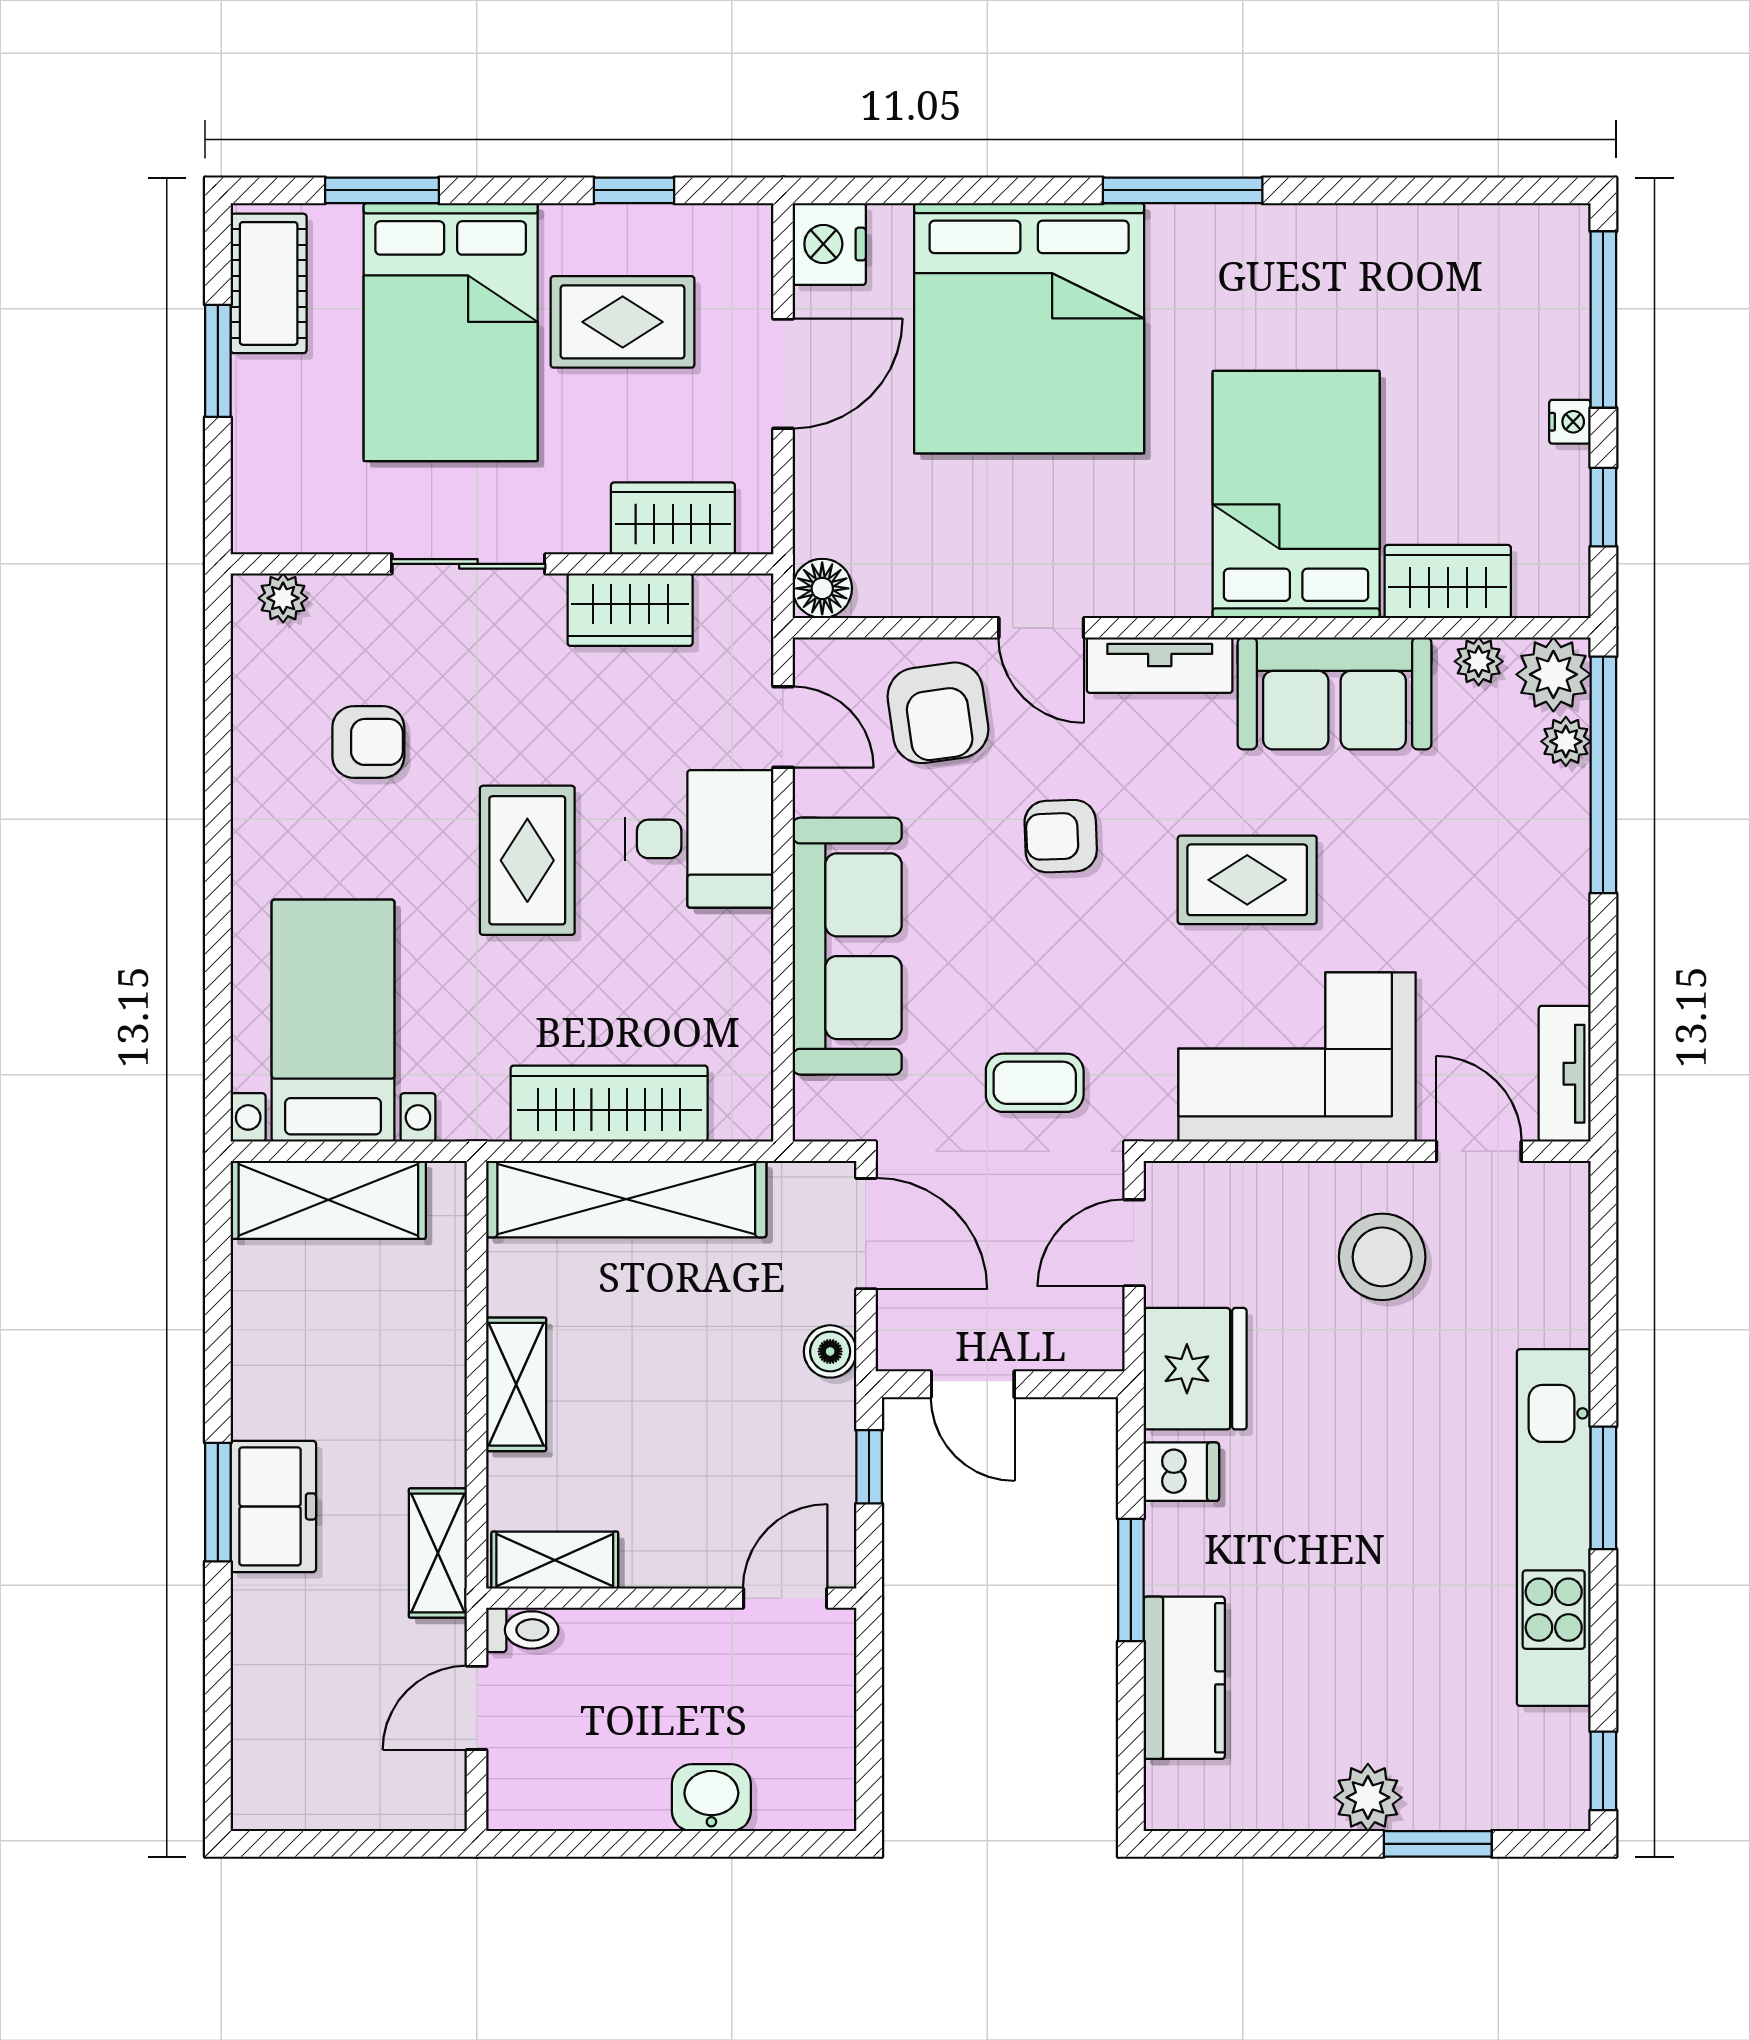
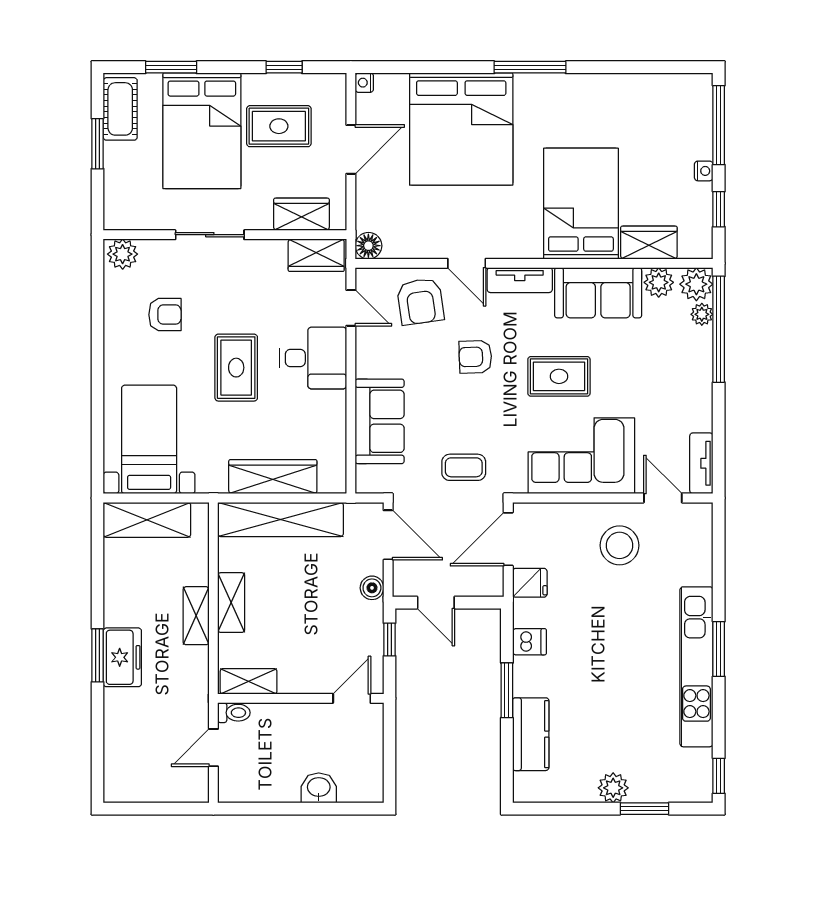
nightstand: (829, 244) -> (364, 83), width x0.53, depth x0.56
plant: (283, 598) -> (123, 254), width x1.38, depth x1.38
wardrobe: (630, 610) -> (316, 255), moved
plant: (1479, 661) -> (659, 282), width x1.38, depth x1.38
sofa: (847, 946) -> (380, 421), width x0.73
door: (1134, 1243) -> (508, 539), width x1.38
fridge: (1195, 1369) -> (530, 583), width x0.53, depth x0.75
shelving: (438, 1553) -> (196, 616), moved

